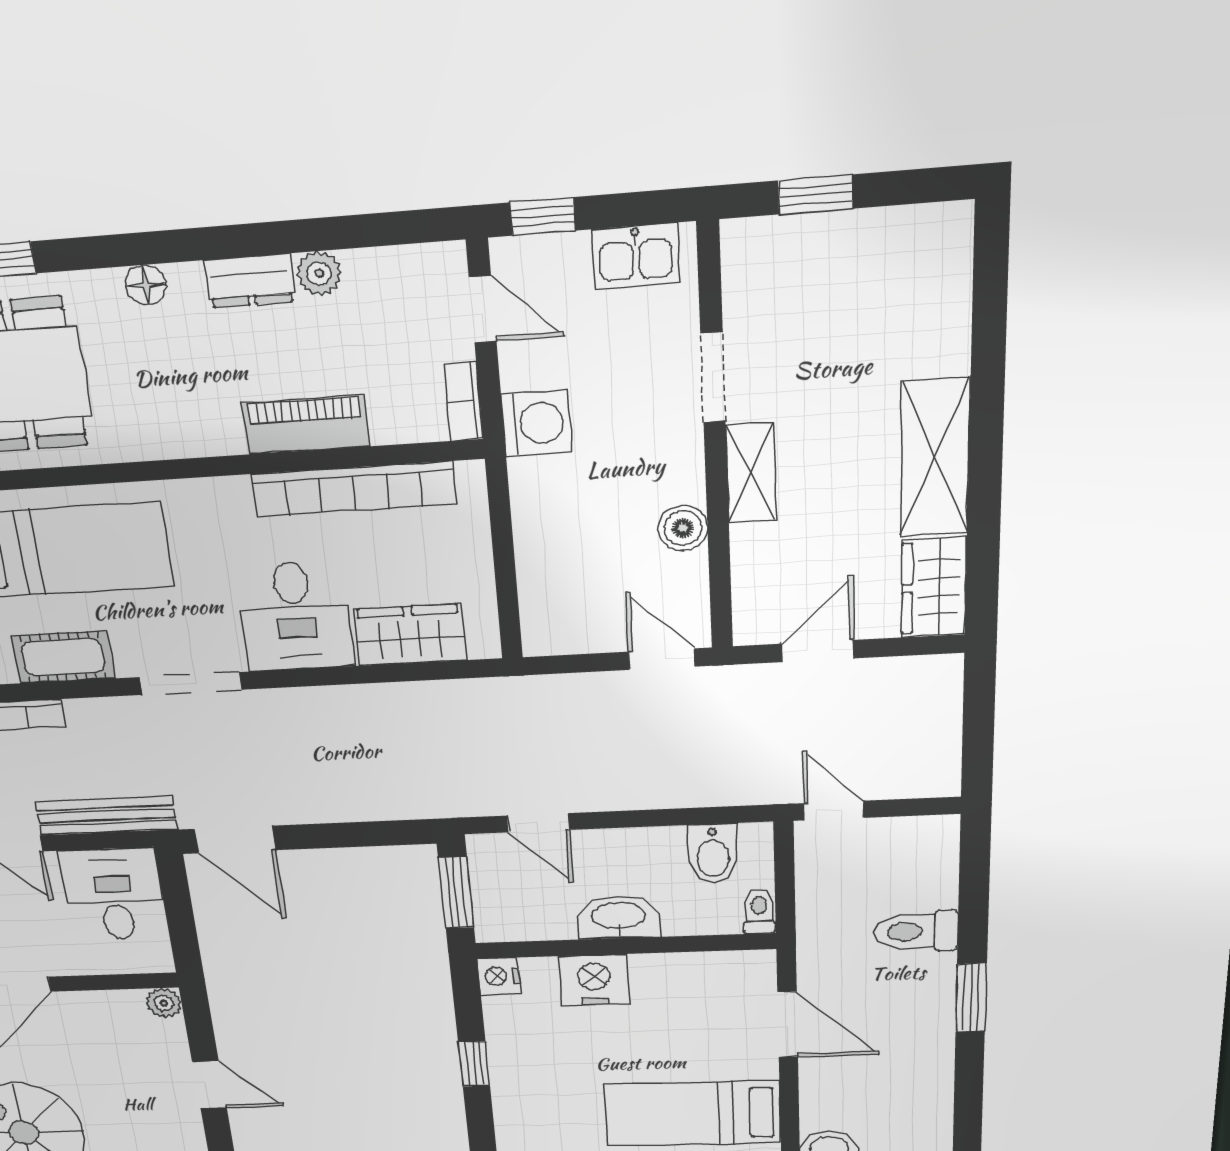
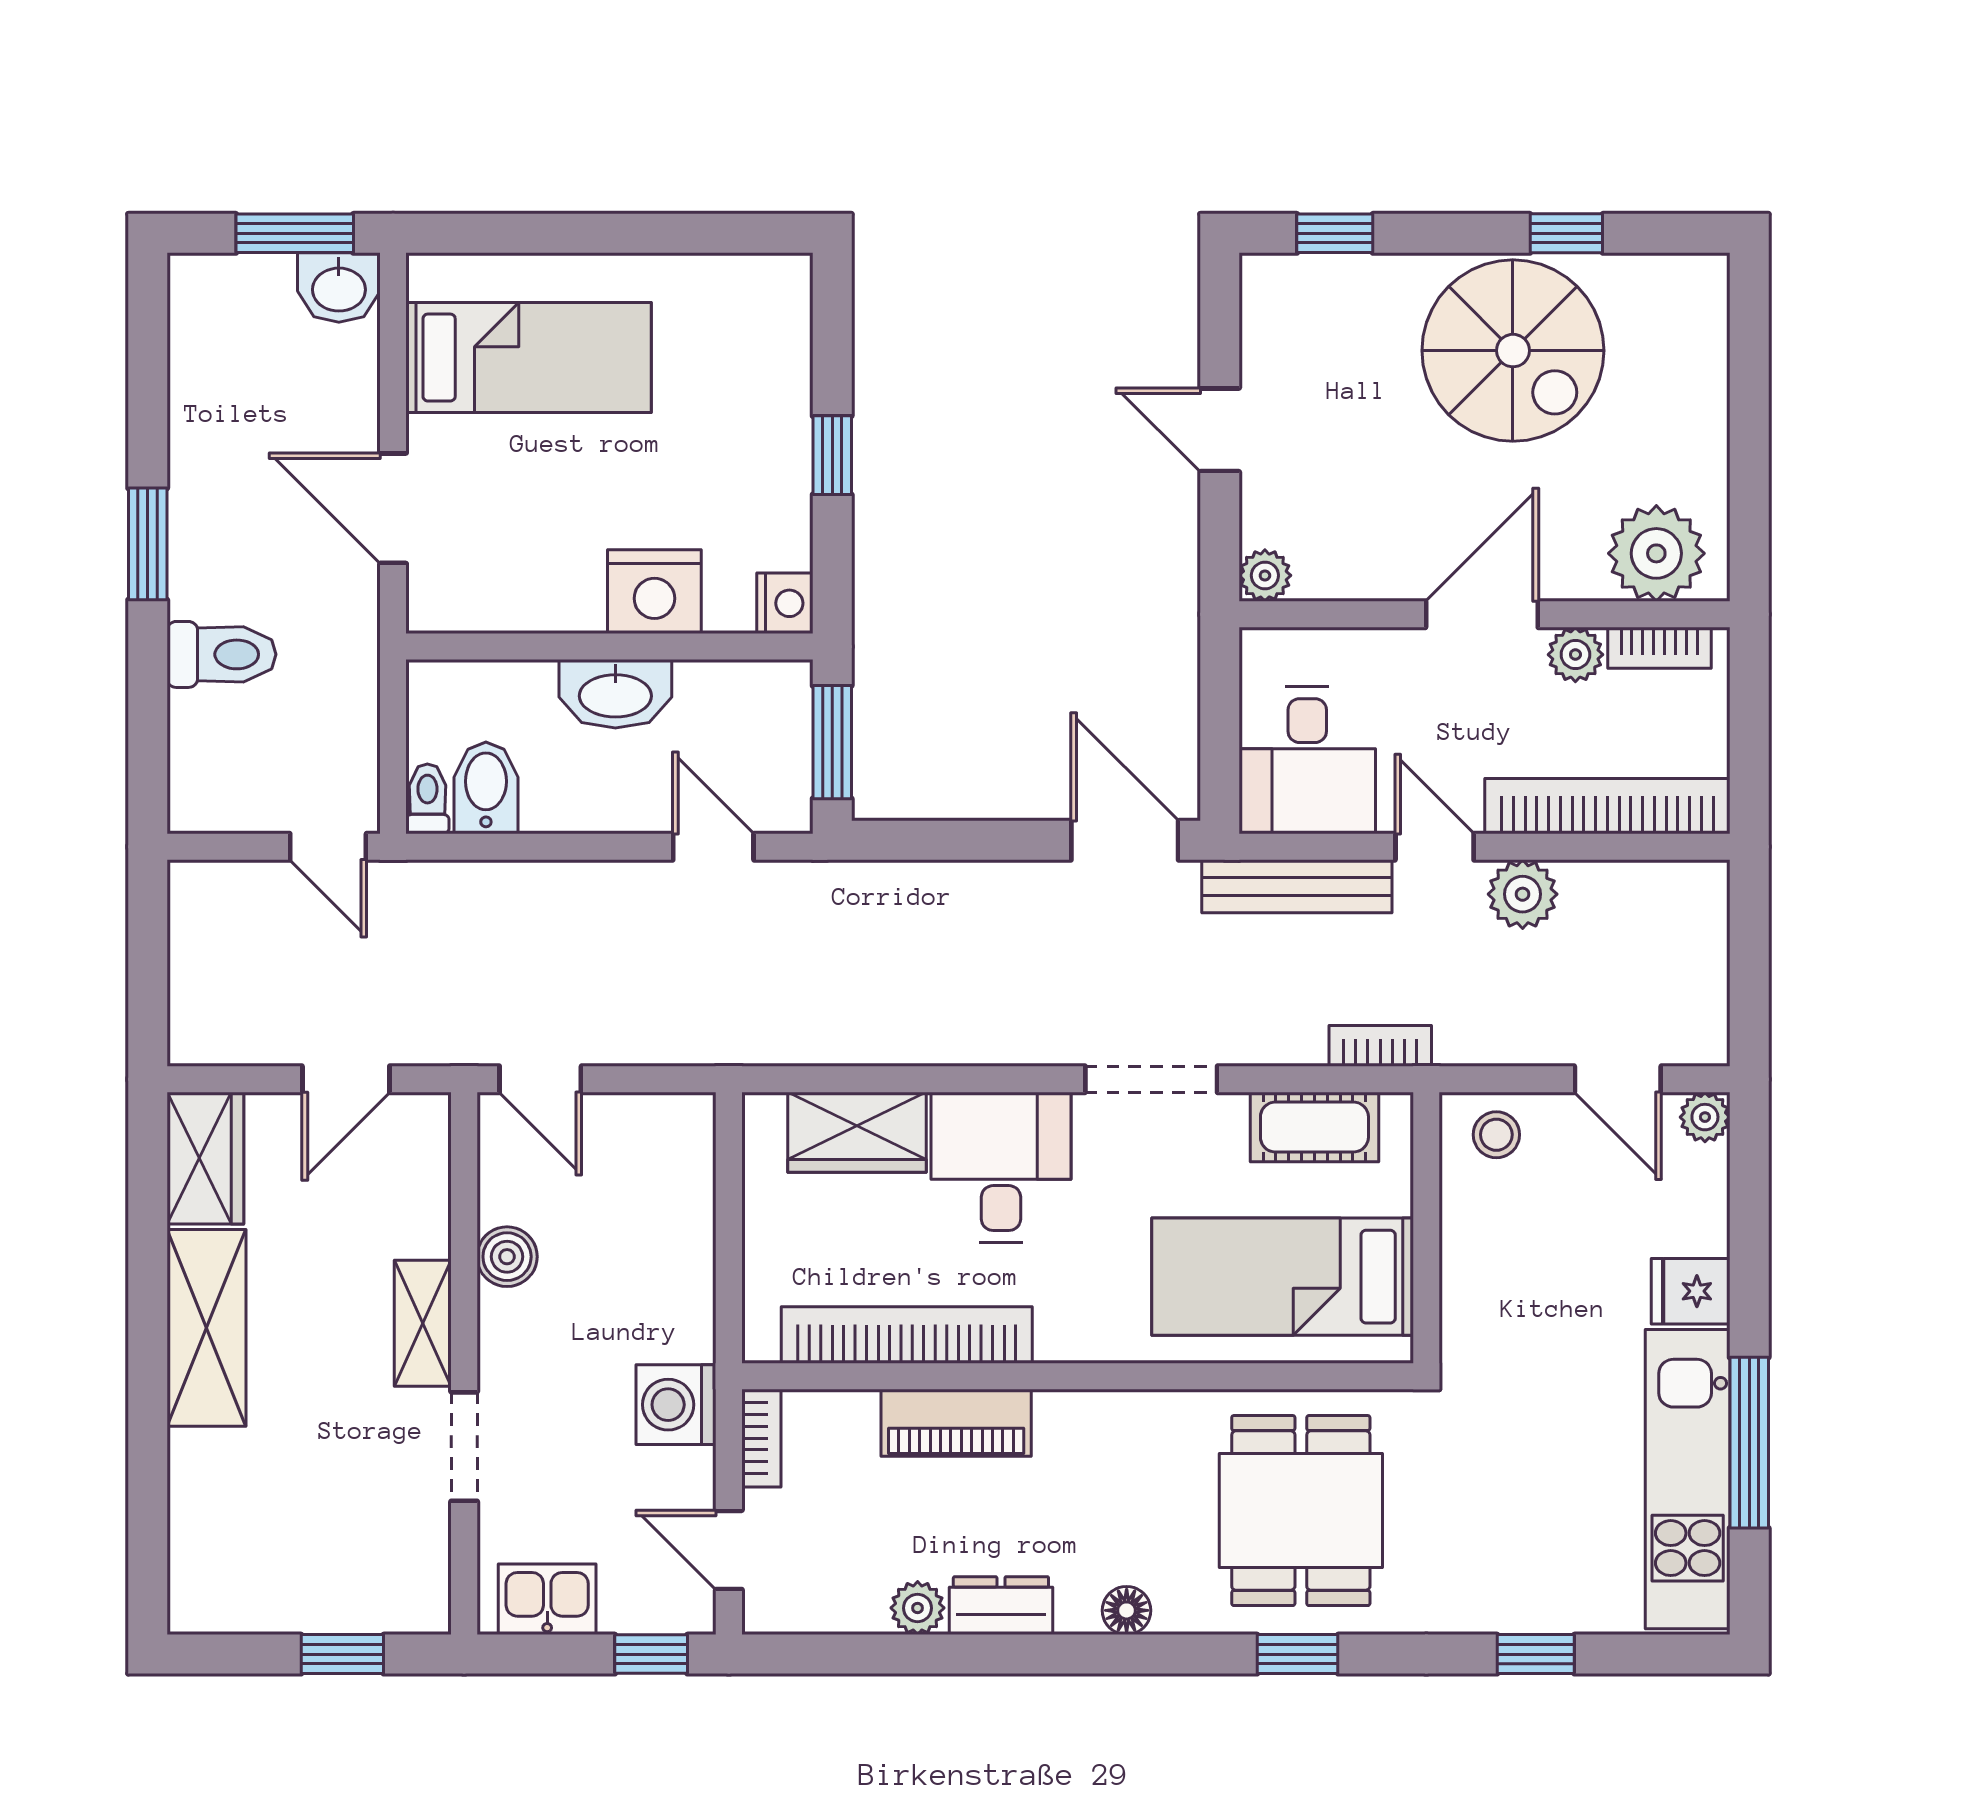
toilet: (759, 912) -> (427, 799), moved, turned 180

